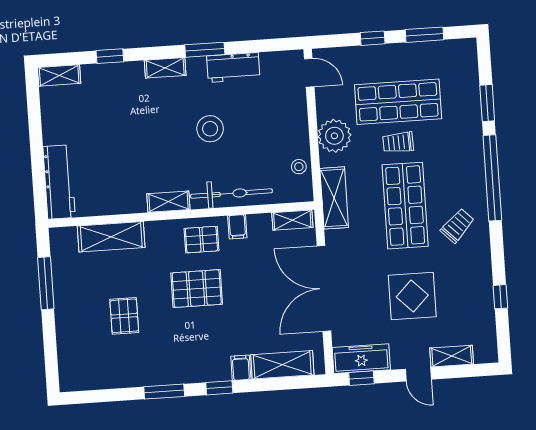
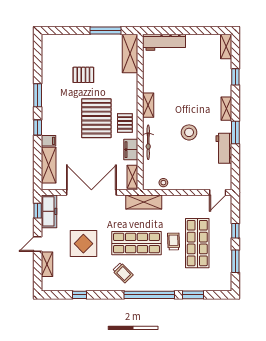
plant: (334, 136) -> (180, 205), removed
bicycle: (231, 194) -> (148, 142), width x0.73, depth x0.71
filing cabinet: (237, 227) -> (131, 150), width x2.00
shelving: (111, 237) -> (130, 54), moved
pallet: (197, 289) -> (96, 118), width x1.37, depth x1.41

